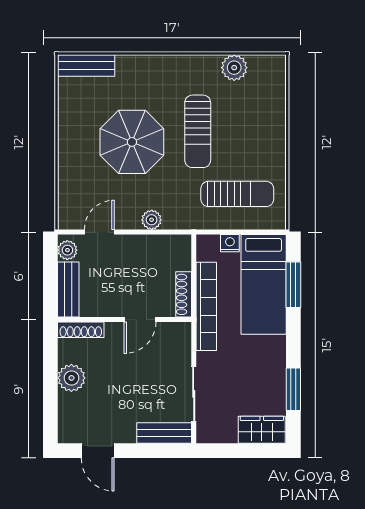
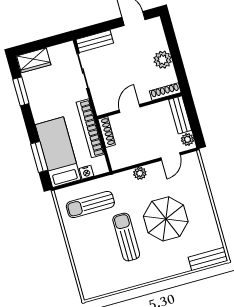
plant: (234, 68) -> (114, 283), removed

